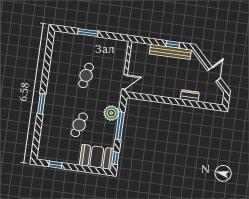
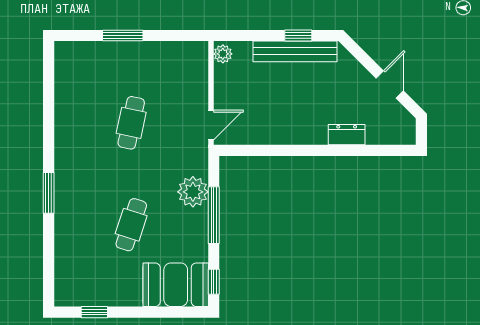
plant: (135, 48) -> (223, 54), added

